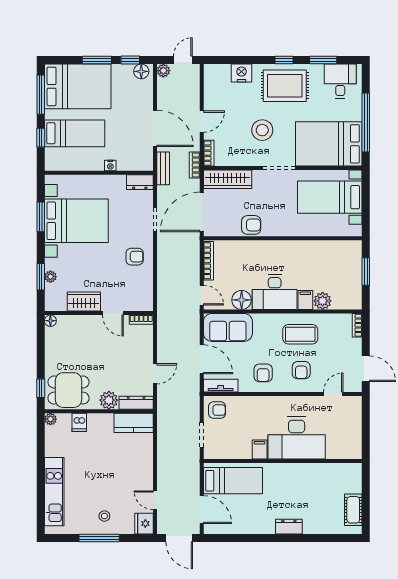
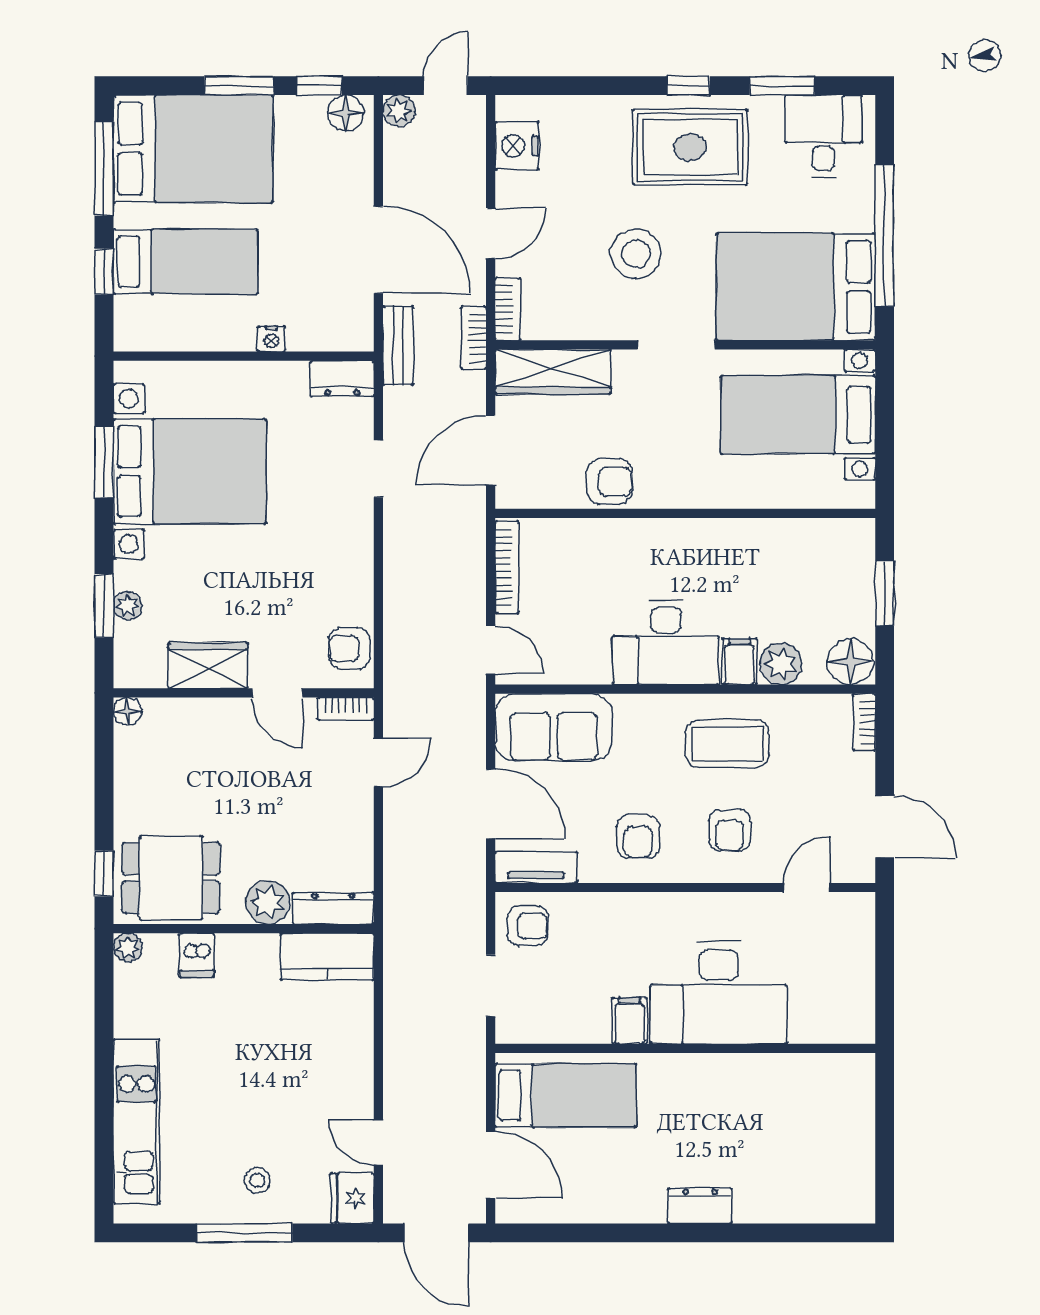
nightstand: (241, 73) -> (517, 146), moved, turned -90
door: (202, 212) -> (491, 450), width x0.73
armchair: (135, 257) -> (349, 648), moved, turned 180
floor lamp: (242, 300) -> (850, 662), moved
door: (155, 374) -> (378, 762), moved
cot: (353, 510) -> (854, 1165), removed

